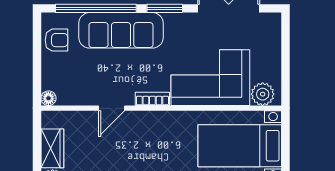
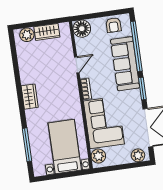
plant: (271, 31) -> (138, 155), added
floor lamp: (48, 98) -> (82, 29), width x1.89, depth x1.89
door: (112, 108) -> (77, 65), swing flipped

